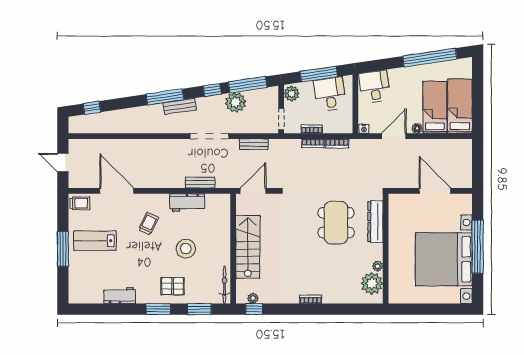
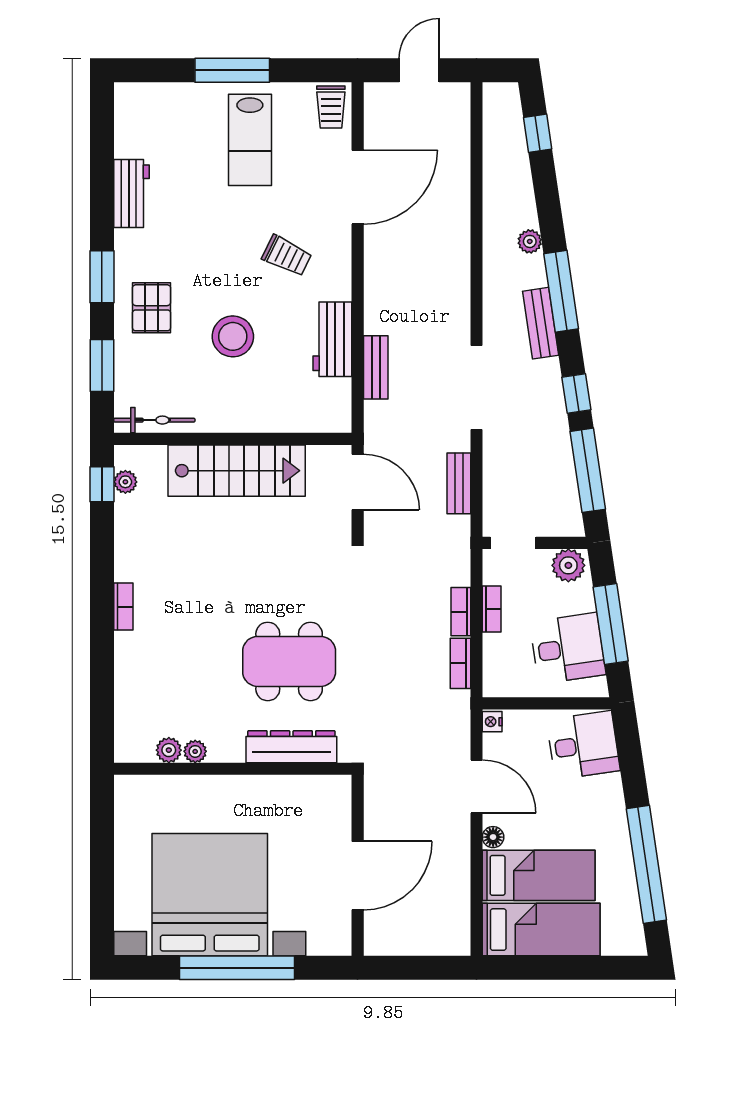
plant: (236, 102) -> (530, 241), moved, width x0.53, depth x0.53
lab bench: (95, 241) -> (250, 140), turned 180
plant: (372, 283) -> (169, 750), width x0.53, depth x0.53

